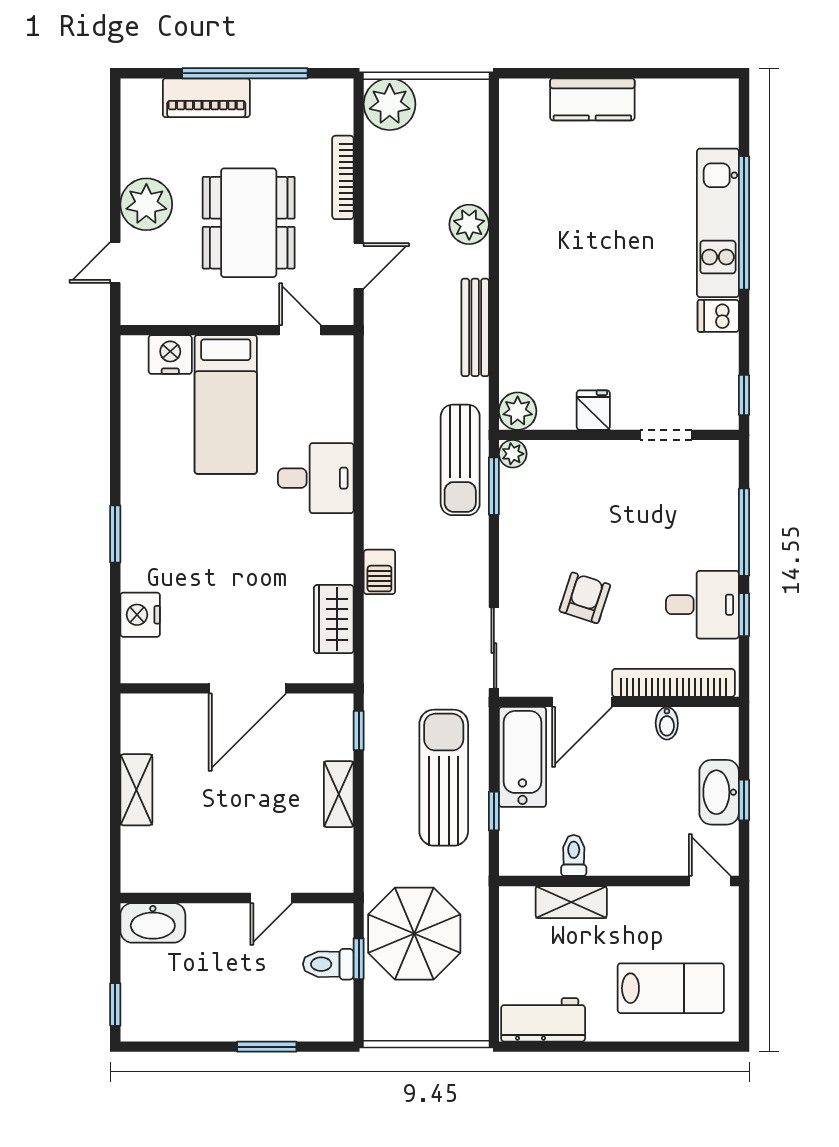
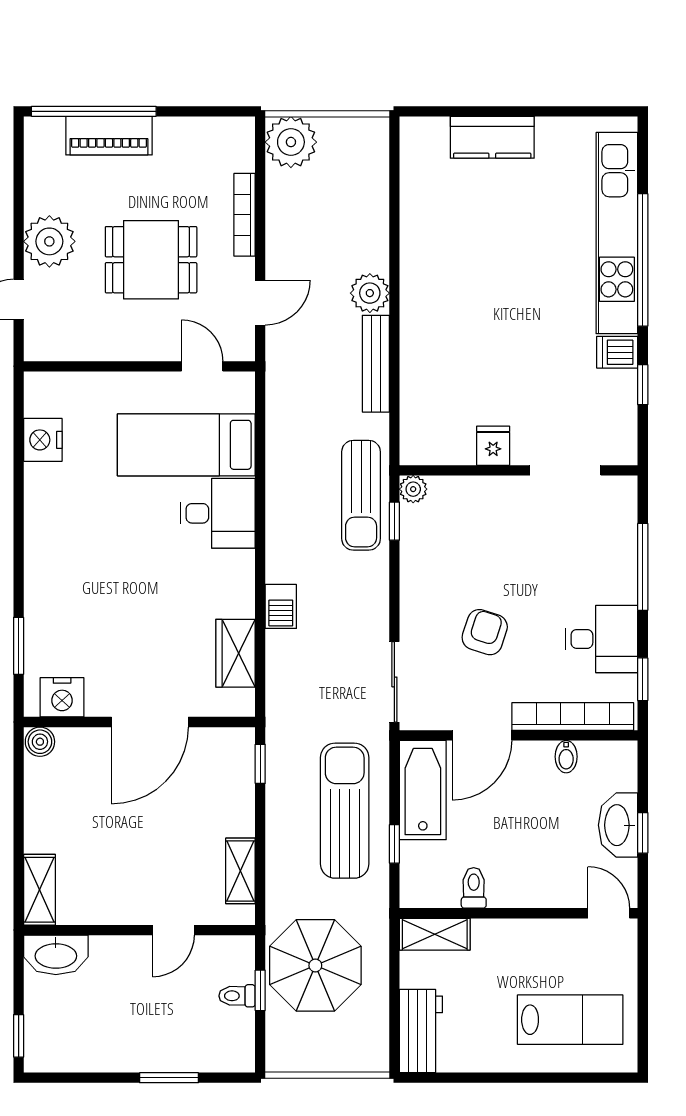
window: (245, 73) -> (94, 111), moved
dining table: (249, 223) -> (151, 260), width x0.73
kitchen unit: (718, 223) -> (617, 233), width x1.36
plant: (469, 224) -> (370, 293), moved
nightstand: (170, 355) -> (43, 440), moved, turned -90
window: (744, 395) -> (643, 385), moved
bed: (226, 405) -> (186, 445), moved, turned 90
plant: (518, 411) -> (418, 447), removed
doorway: (666, 435) -> (565, 470), width x1.38
window: (494, 486) -> (394, 521), width x0.67
window: (115, 534) -> (19, 646), moved
nightstand: (140, 615) -> (62, 697), moved, turned -90
window: (744, 615) -> (643, 679), moved
boiler: (137, 708) -> (40, 742), added
shelving: (136, 790) -> (39, 890), moved
shelving: (339, 794) -> (240, 871), moved
shelving: (571, 902) -> (435, 934), moved
toilet: (328, 964) -> (237, 996), width x0.73, depth x0.72
workbench: (543, 1020) -> (421, 1031), moved, turned 90

